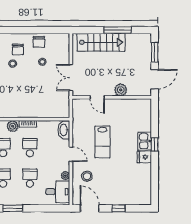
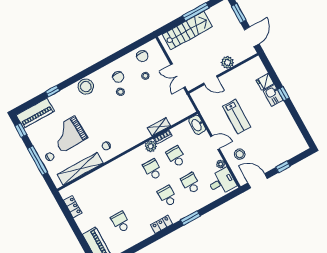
chair: (39, 42) -> (142, 56), moved
shelving: (30, 113) -> (159, 127), added
fridge: (144, 157) -> (265, 82), moved

